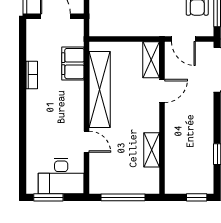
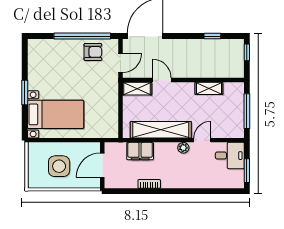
plant: (77, 118) -> (183, 148), added
desk: (61, 176) -> (230, 156), width x0.73

